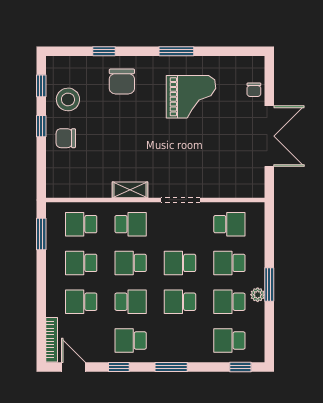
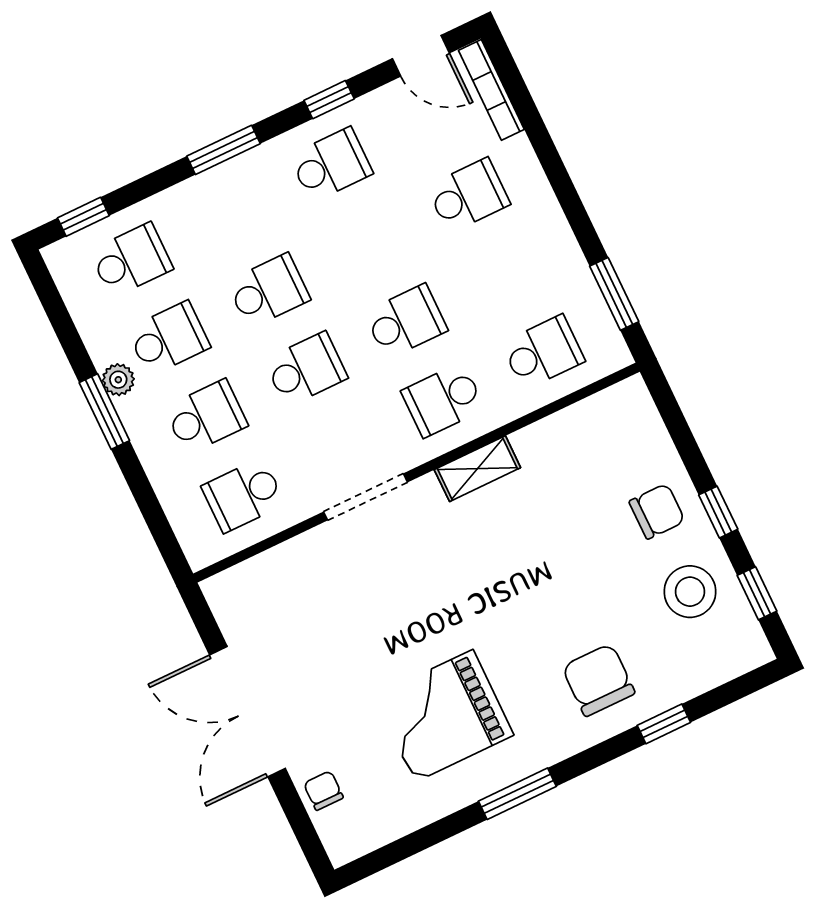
school desk: (81, 263) -> (506, 274), removed
school desk: (131, 302) -> (368, 243), removed

